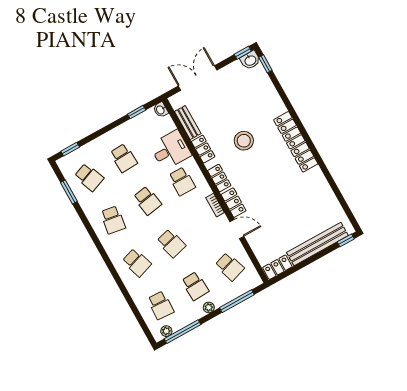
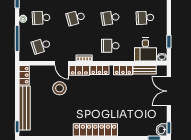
double door: (198, 78) -> (169, 91), swing flipped
stool: (244, 141) -> (59, 88), moved
desk: (171, 150) -> (145, 50), moved
door: (237, 229) -> (62, 63), hinge flipped

